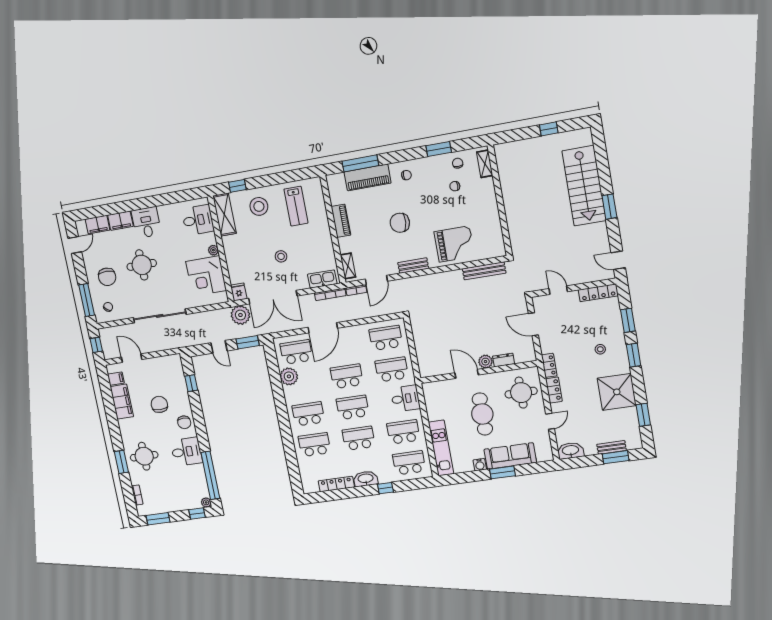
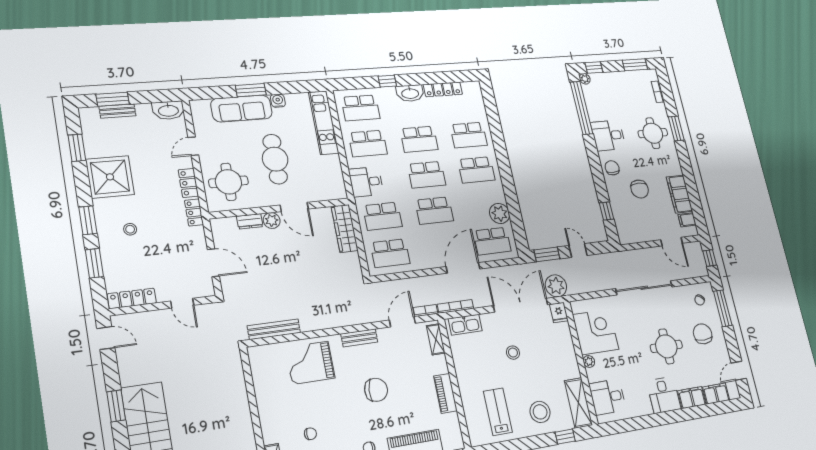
wardrobe: (424, 357) -> (345, 228), added

